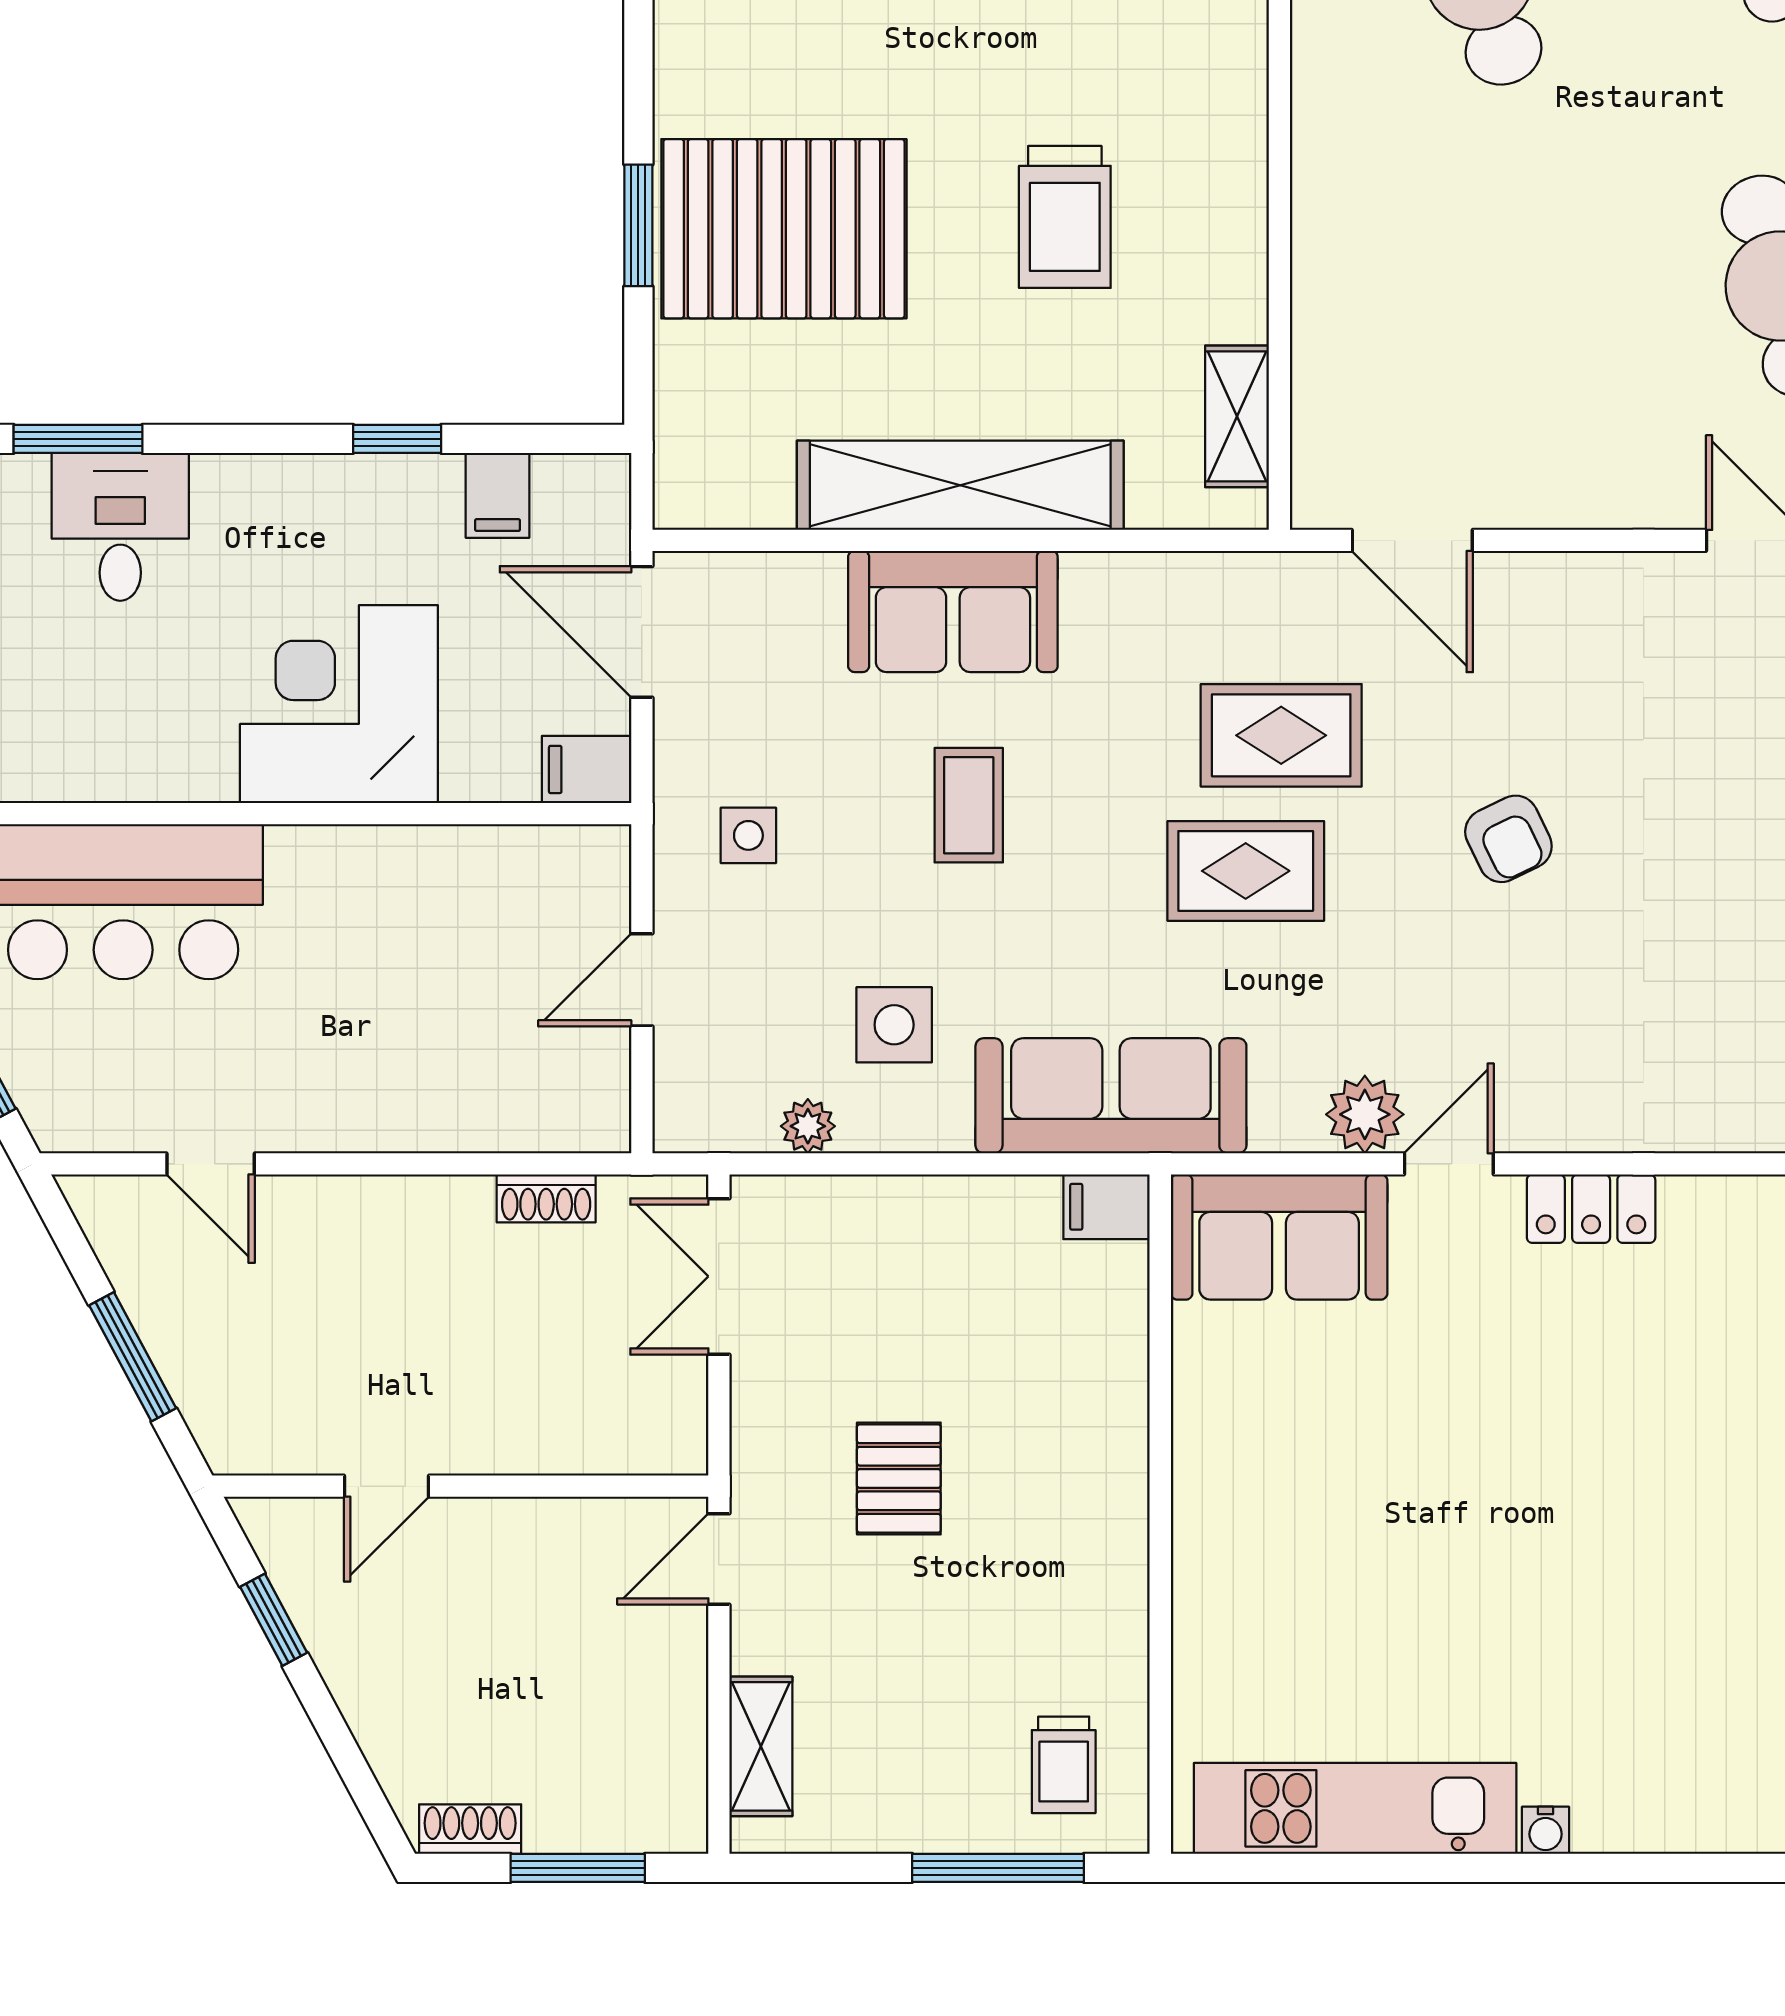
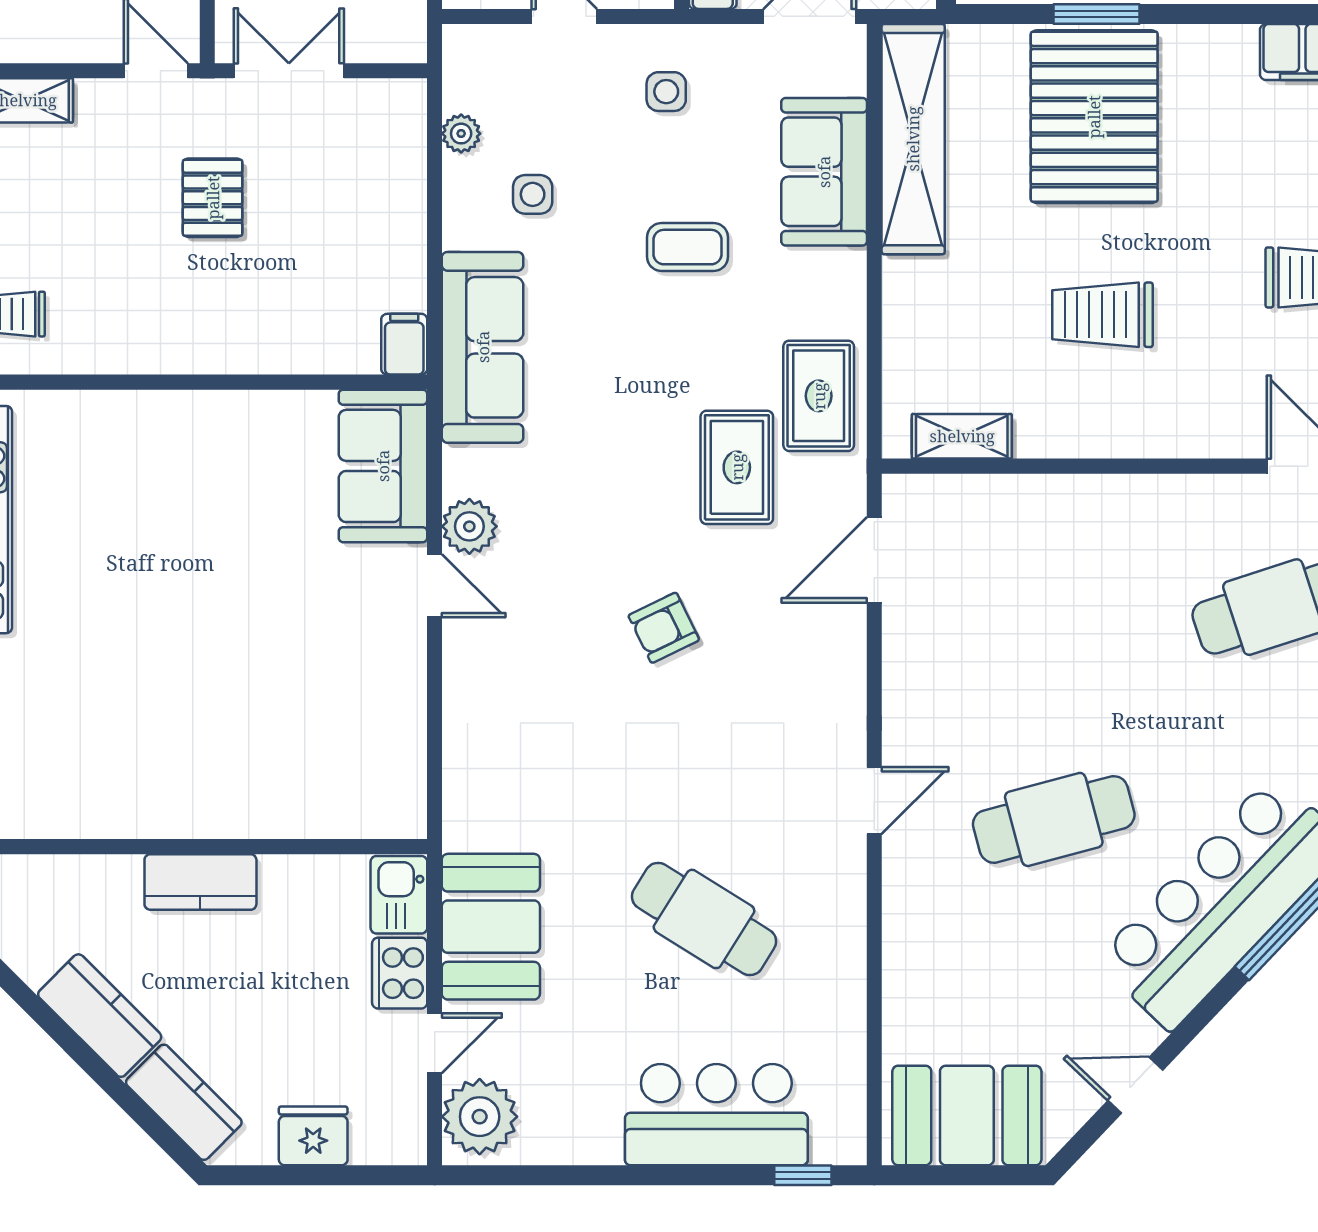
shelving: (960, 485) -> (913, 139), moved
sofa: (953, 611) -> (824, 172), moved
rug: (1246, 871) -> (819, 396), moved
side table: (894, 1025) -> (533, 194), width x0.73, depth x0.73
locker: (1591, 1209) -> (403, 686), removed
double door: (719, 1276) -> (289, 71), moved
pallet: (899, 1478) -> (213, 198), turned 90

